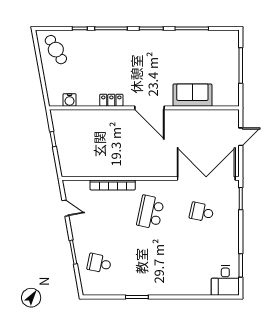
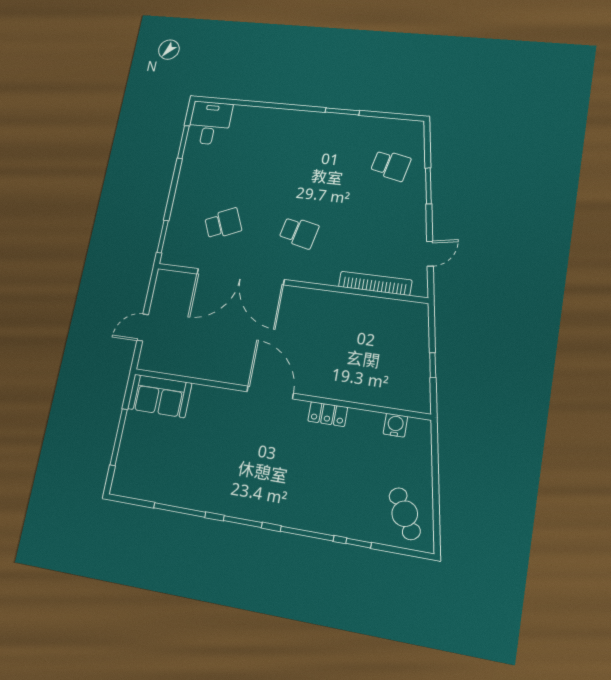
sofa: (192, 95) -> (160, 396), moved
double door: (206, 178) -> (240, 277), moved
bookcase: (113, 185) -> (375, 283), moved
door: (65, 208) -> (430, 254), swing flipped
school desk: (150, 212) -> (299, 232), width x0.54
school desk: (202, 212) -> (223, 224), turned -36

